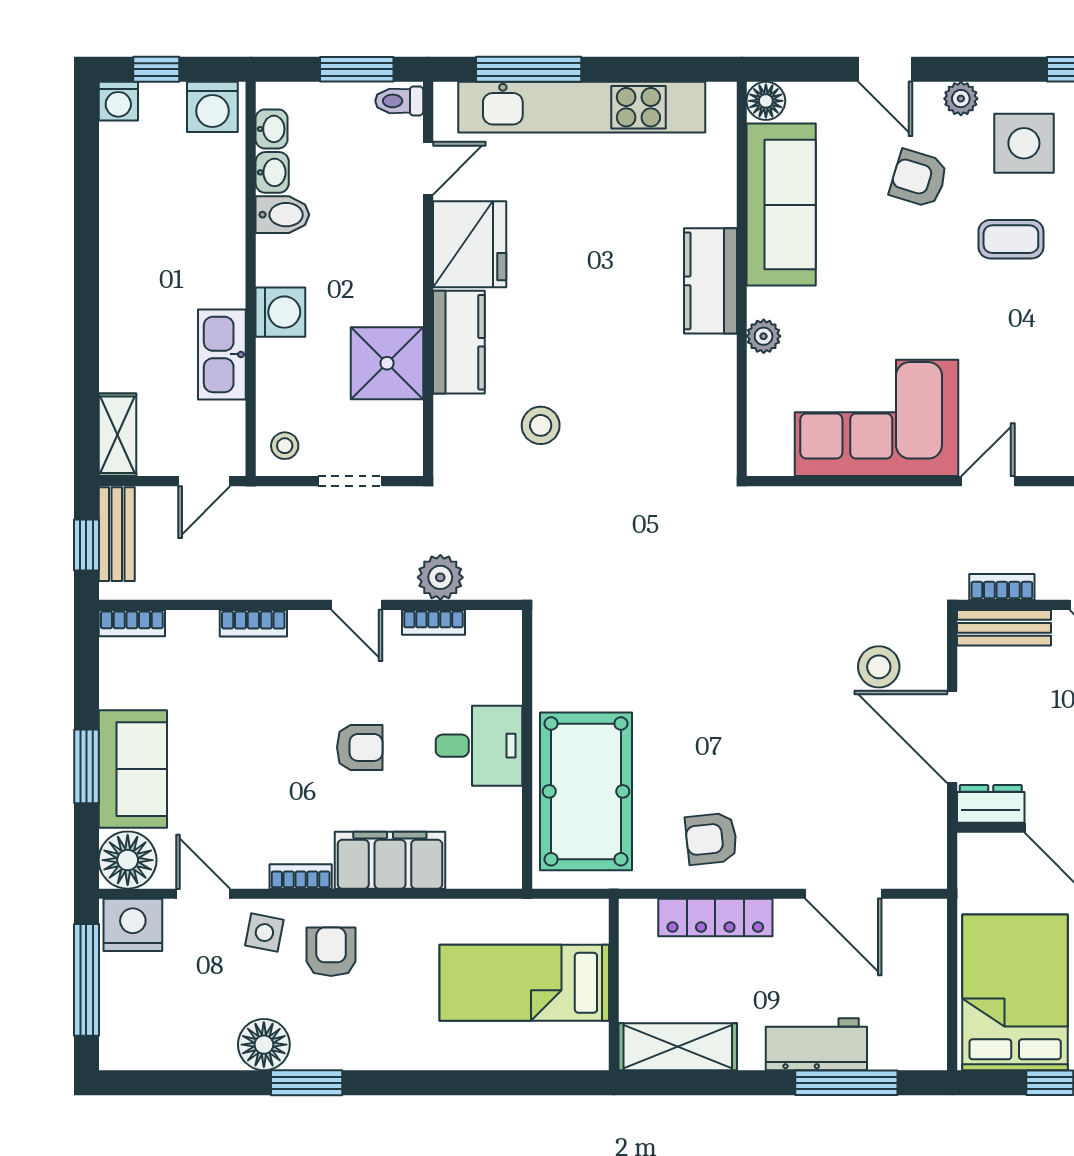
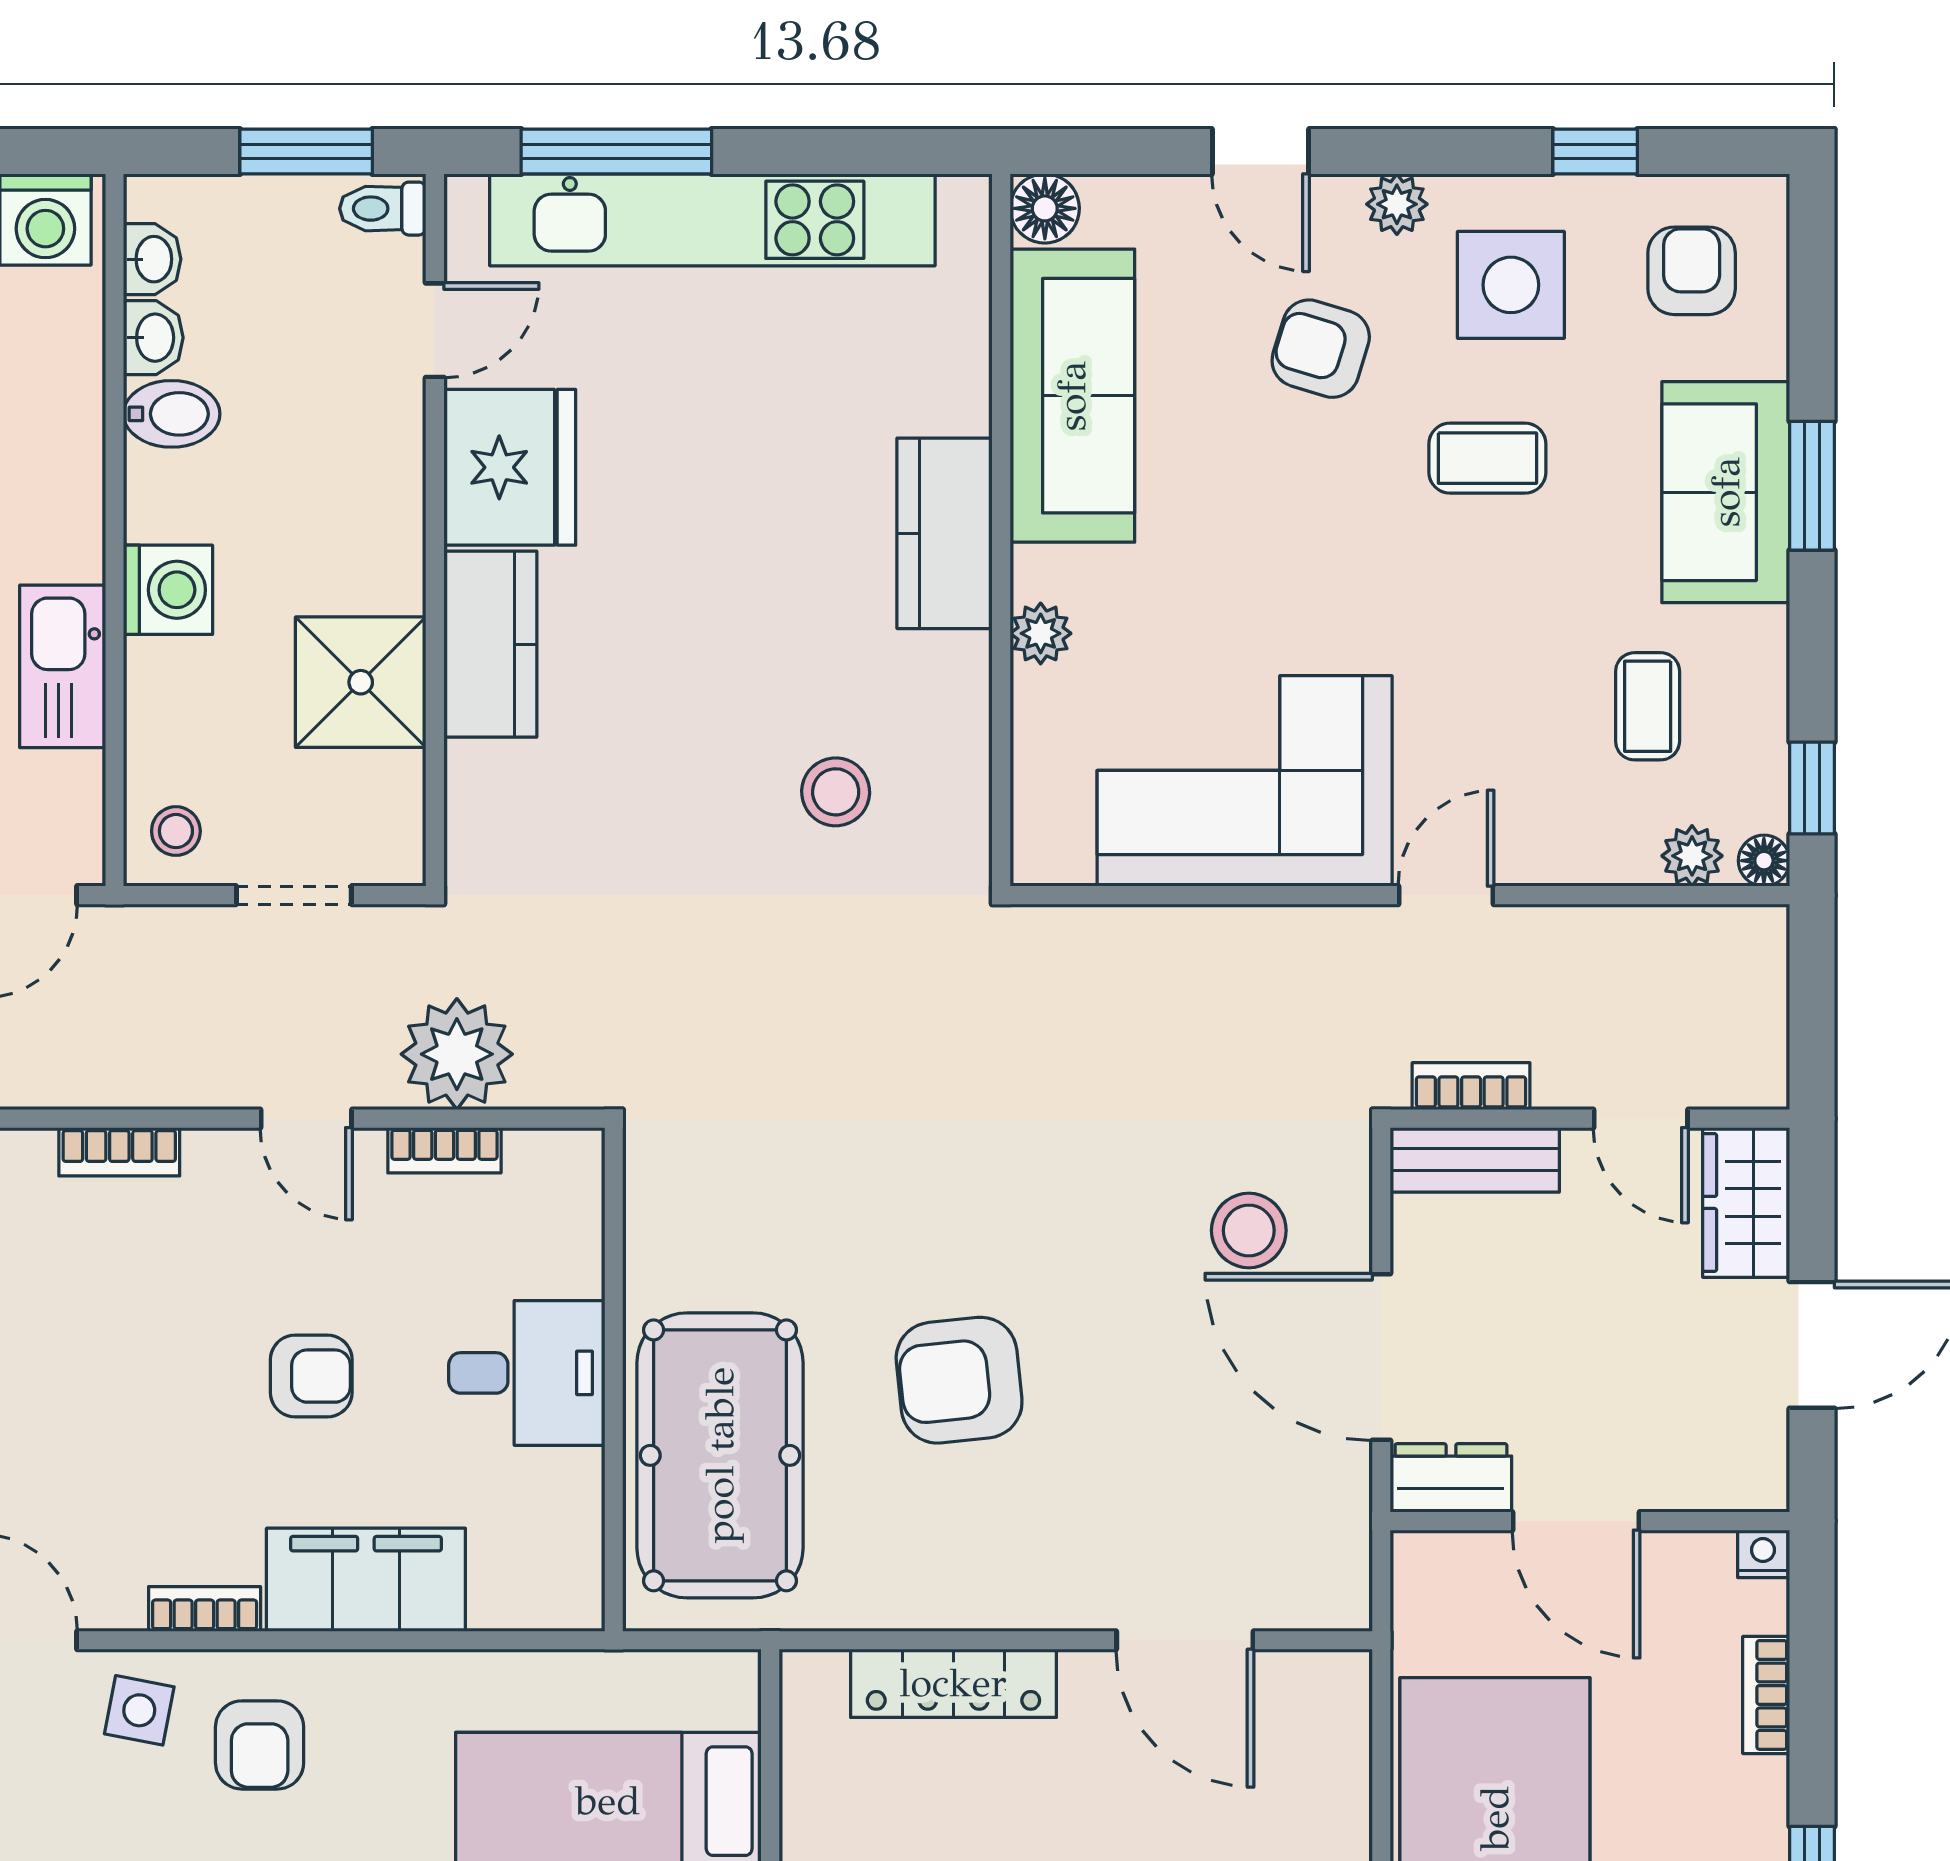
stool: (541, 425) -> (836, 792), moved
plant: (440, 577) -> (457, 1054), width x1.36, depth x1.36
armchair: (711, 839) -> (959, 1380), moved, width x1.38, depth x1.38
armchair: (331, 952) -> (260, 1745), turned 180

